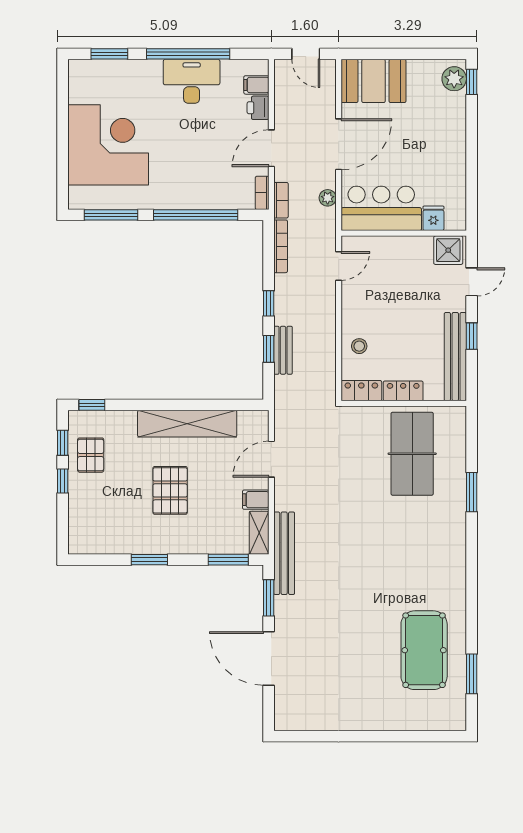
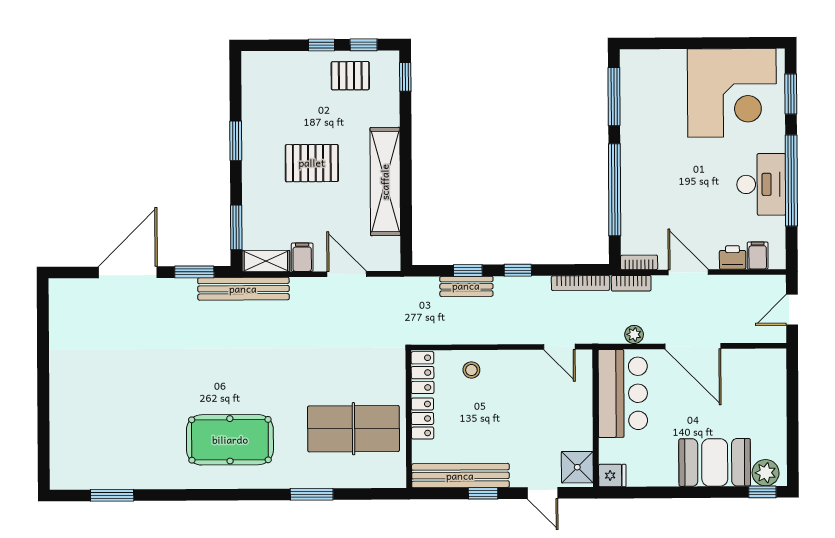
booth: (373, 81) -> (715, 462), moved, turned 90
corner desk: (108, 145) -> (732, 93), moved
fridge: (433, 218) -> (612, 475), moved
pool table: (424, 650) -> (230, 440), moved

